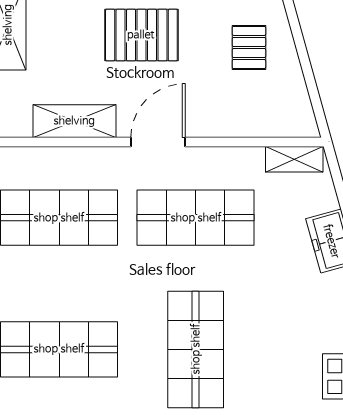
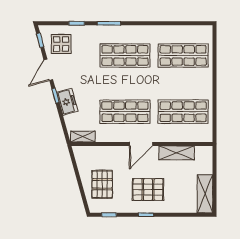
pallet: (249, 47) -> (102, 184), width x1.50, depth x1.42
shop shelf: (196, 349) -> (125, 56), turned 90

